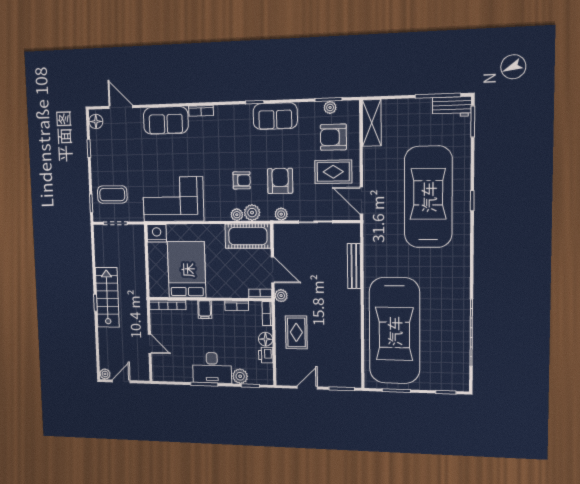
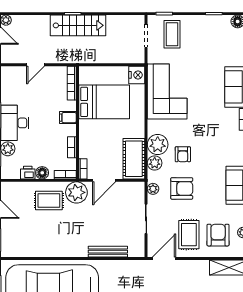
plant: (237, 215) -> (158, 145), width x1.87, depth x1.87
plant: (281, 296) -> (76, 192), width x1.87, depth x1.87

